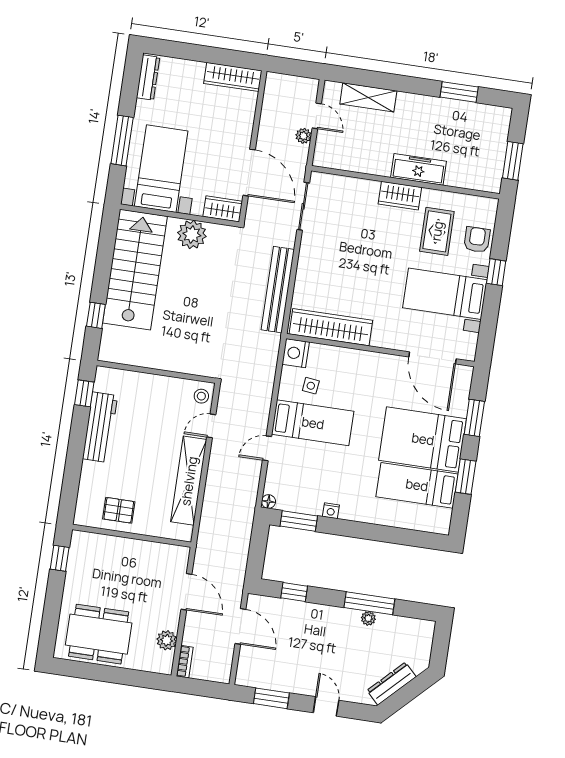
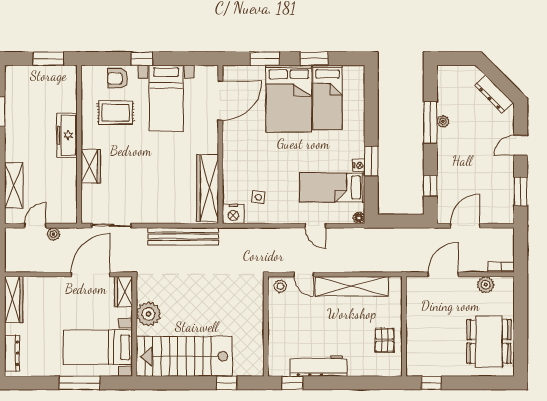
dresser: (148, 77) -> (12, 353), moved, turned 90
wardrobe: (400, 196) -> (91, 166), moved
bed: (313, 423) -> (332, 188), moved, turned -90
window: (299, 521) -> (371, 161), moved

